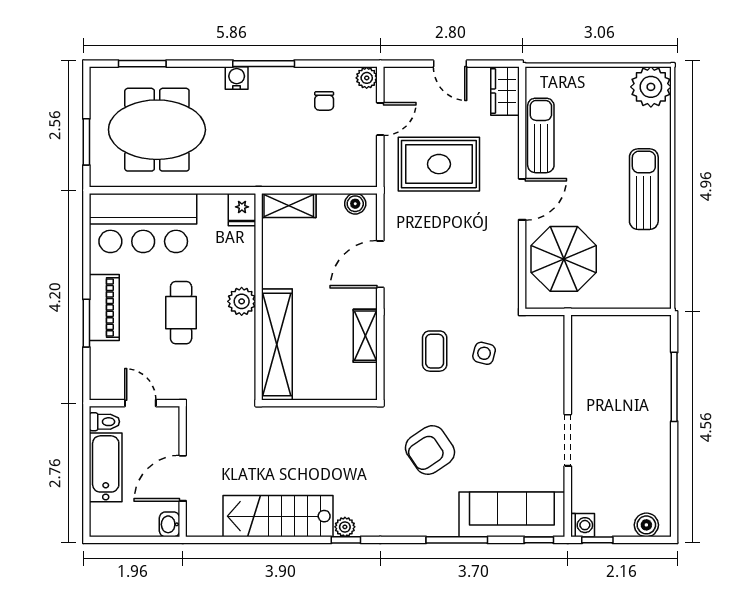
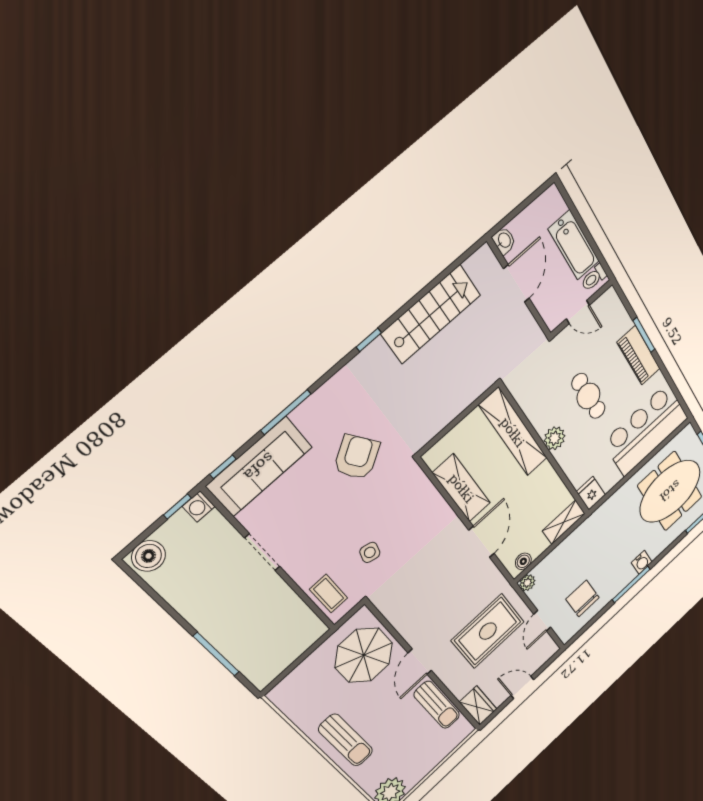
plant: (367, 78) -> (527, 583), moved
chair: (324, 101) -> (583, 598), width x1.87, depth x1.87
shelving: (365, 336) -> (462, 488), width x1.50, depth x1.33
coffee table: (435, 351) -> (329, 594), moved
boiler: (646, 525) -> (149, 556), width x1.36, depth x1.36
plant: (345, 527) -> (377, 349), removed

